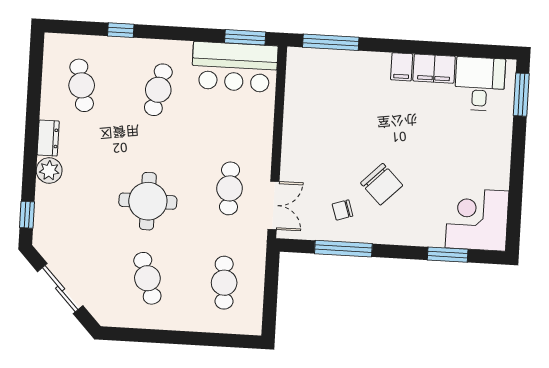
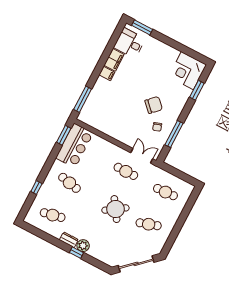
round table: (148, 201) -> (115, 209), turned -34
window: (27, 215) -> (76, 253), moved
sliding door: (60, 289) -> (136, 264), width x1.37

